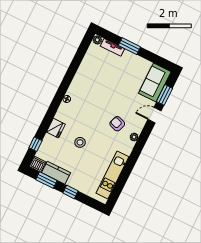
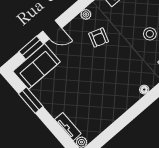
window: (129, 46) -> (31, 100), moved

